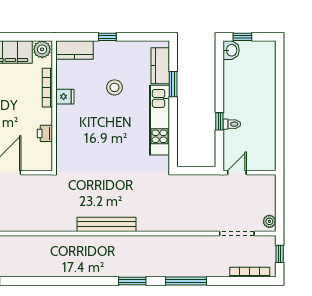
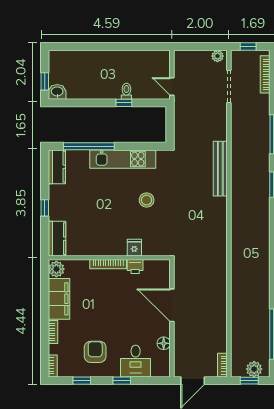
kitchen counter: (160, 66) -> (57, 167), moved, turned -90
window: (173, 84) -> (89, 146), width x2.11
stool: (115, 87) -> (147, 200), moved
bookcase: (47, 88) -> (108, 264), moved
fridge: (65, 97) -> (134, 248), moved
bench: (106, 224) -> (220, 169), moved

